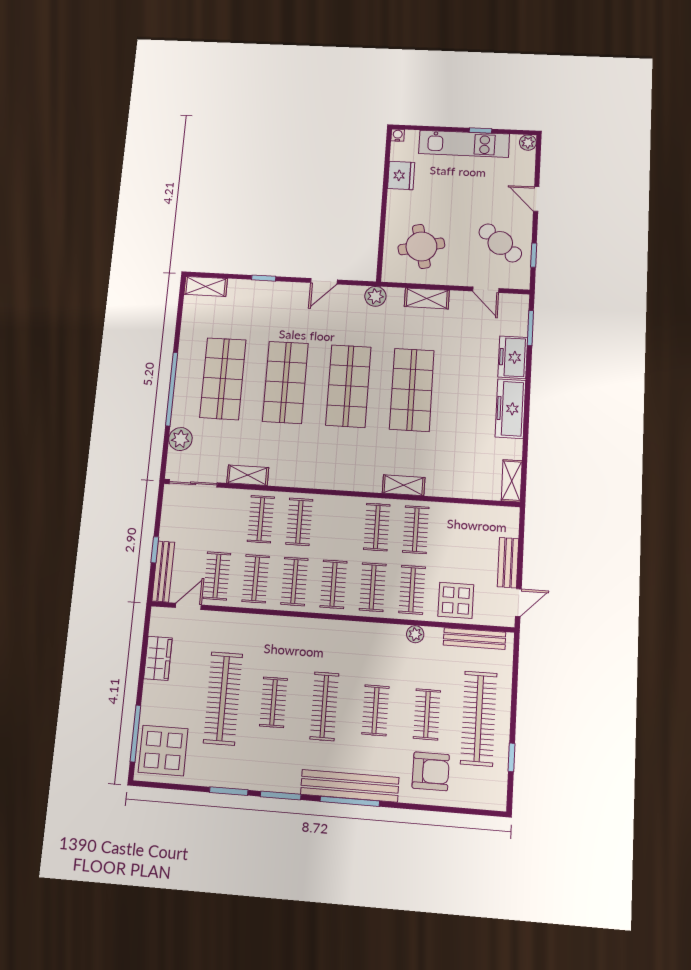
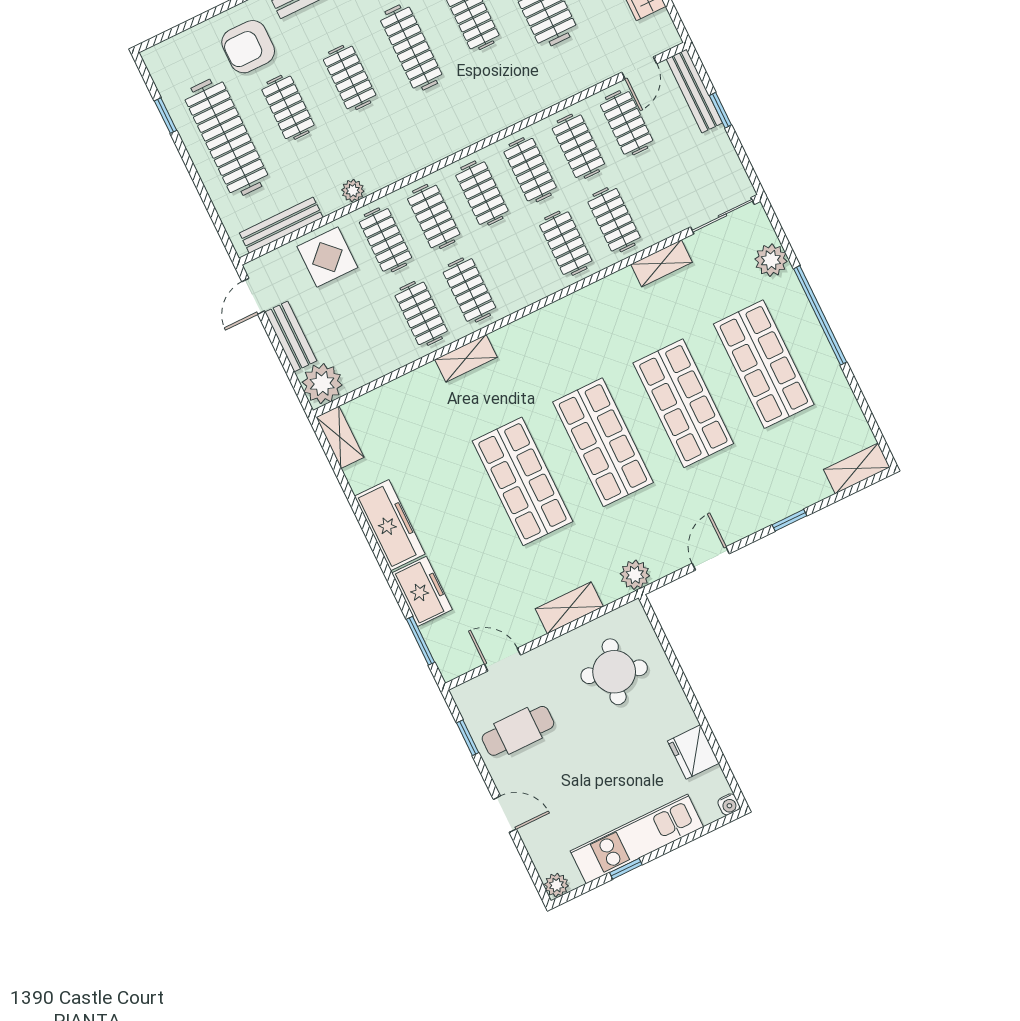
cafe table: (500, 243) -> (518, 731), turned -40
round table: (421, 246) -> (614, 672), turned 30
plant: (504, 521) -> (322, 384), added

